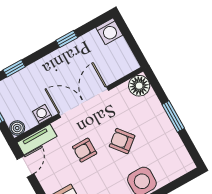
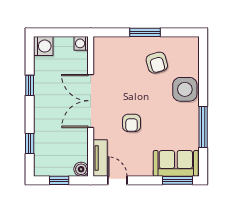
floor lamp: (139, 86) -> (103, 47), removed
washing machine: (42, 114) -> (81, 43), moved
armchair: (122, 141) -> (157, 63), moved, turned -67

